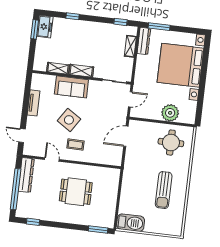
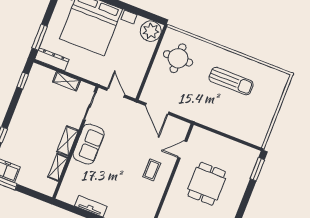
shelving: (130, 46) -> (66, 81), moved
sofa: (71, 87) -> (89, 144), moved
plant: (170, 113) -> (151, 31), moved
side table: (69, 120) -> (121, 170), removed
door: (52, 159) -> (182, 150), moved
barbecue: (131, 223) -> (259, 129), removed

